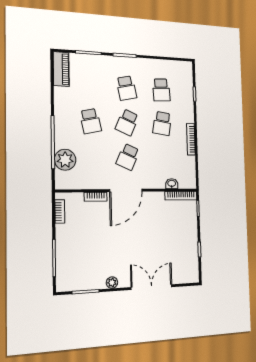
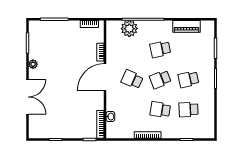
piano: (61, 69) -> (186, 26), moved
school desk: (127, 122) -> (160, 79), turned -45
door: (126, 190) -> (105, 77), hinge flipped

